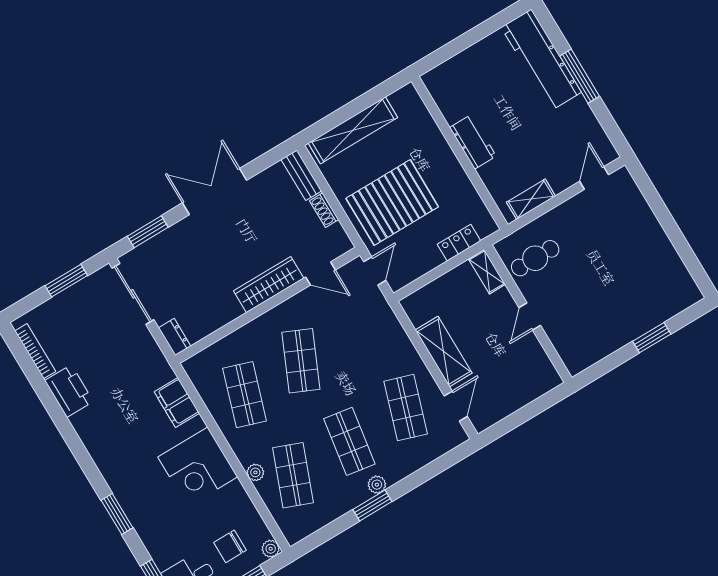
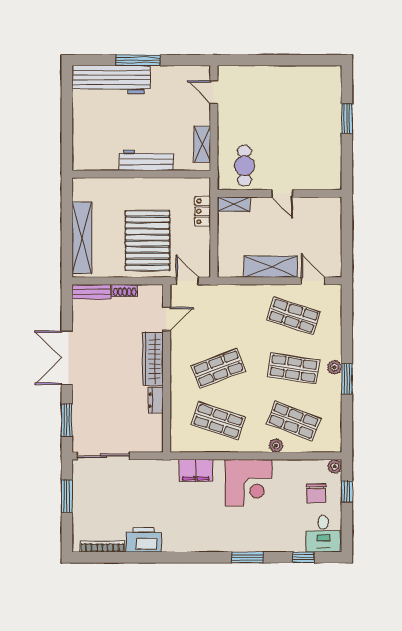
workbench: (473, 142) -> (147, 160), width x1.38
dresser: (175, 337) -> (156, 400), moved, turned -90
shop shelf: (301, 361) -> (218, 368), turned -45

